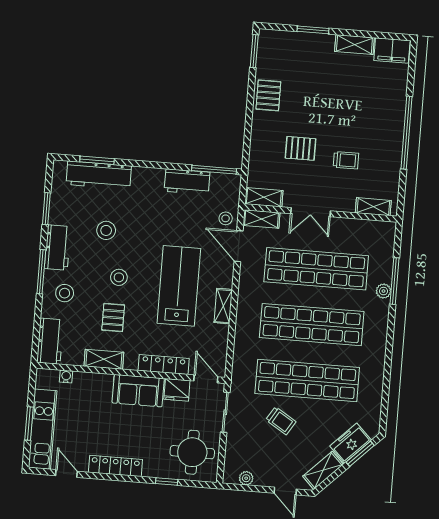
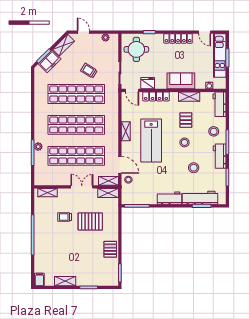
filing cabinet: (392, 51) -> (39, 279), width x0.50
pallet: (301, 148) -> (90, 221), width x1.50, depth x1.42
workbench: (187, 182) -> (170, 198), moved
sofa: (138, 391) -> (181, 81), moved

